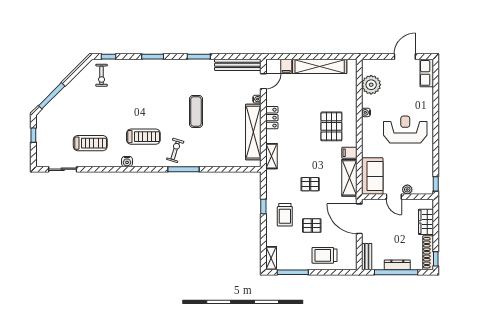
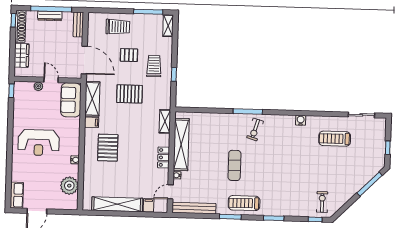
treadmill: (143, 137) -> (244, 203), moved
pallet: (310, 184) -> (129, 94), width x1.50, depth x1.42

